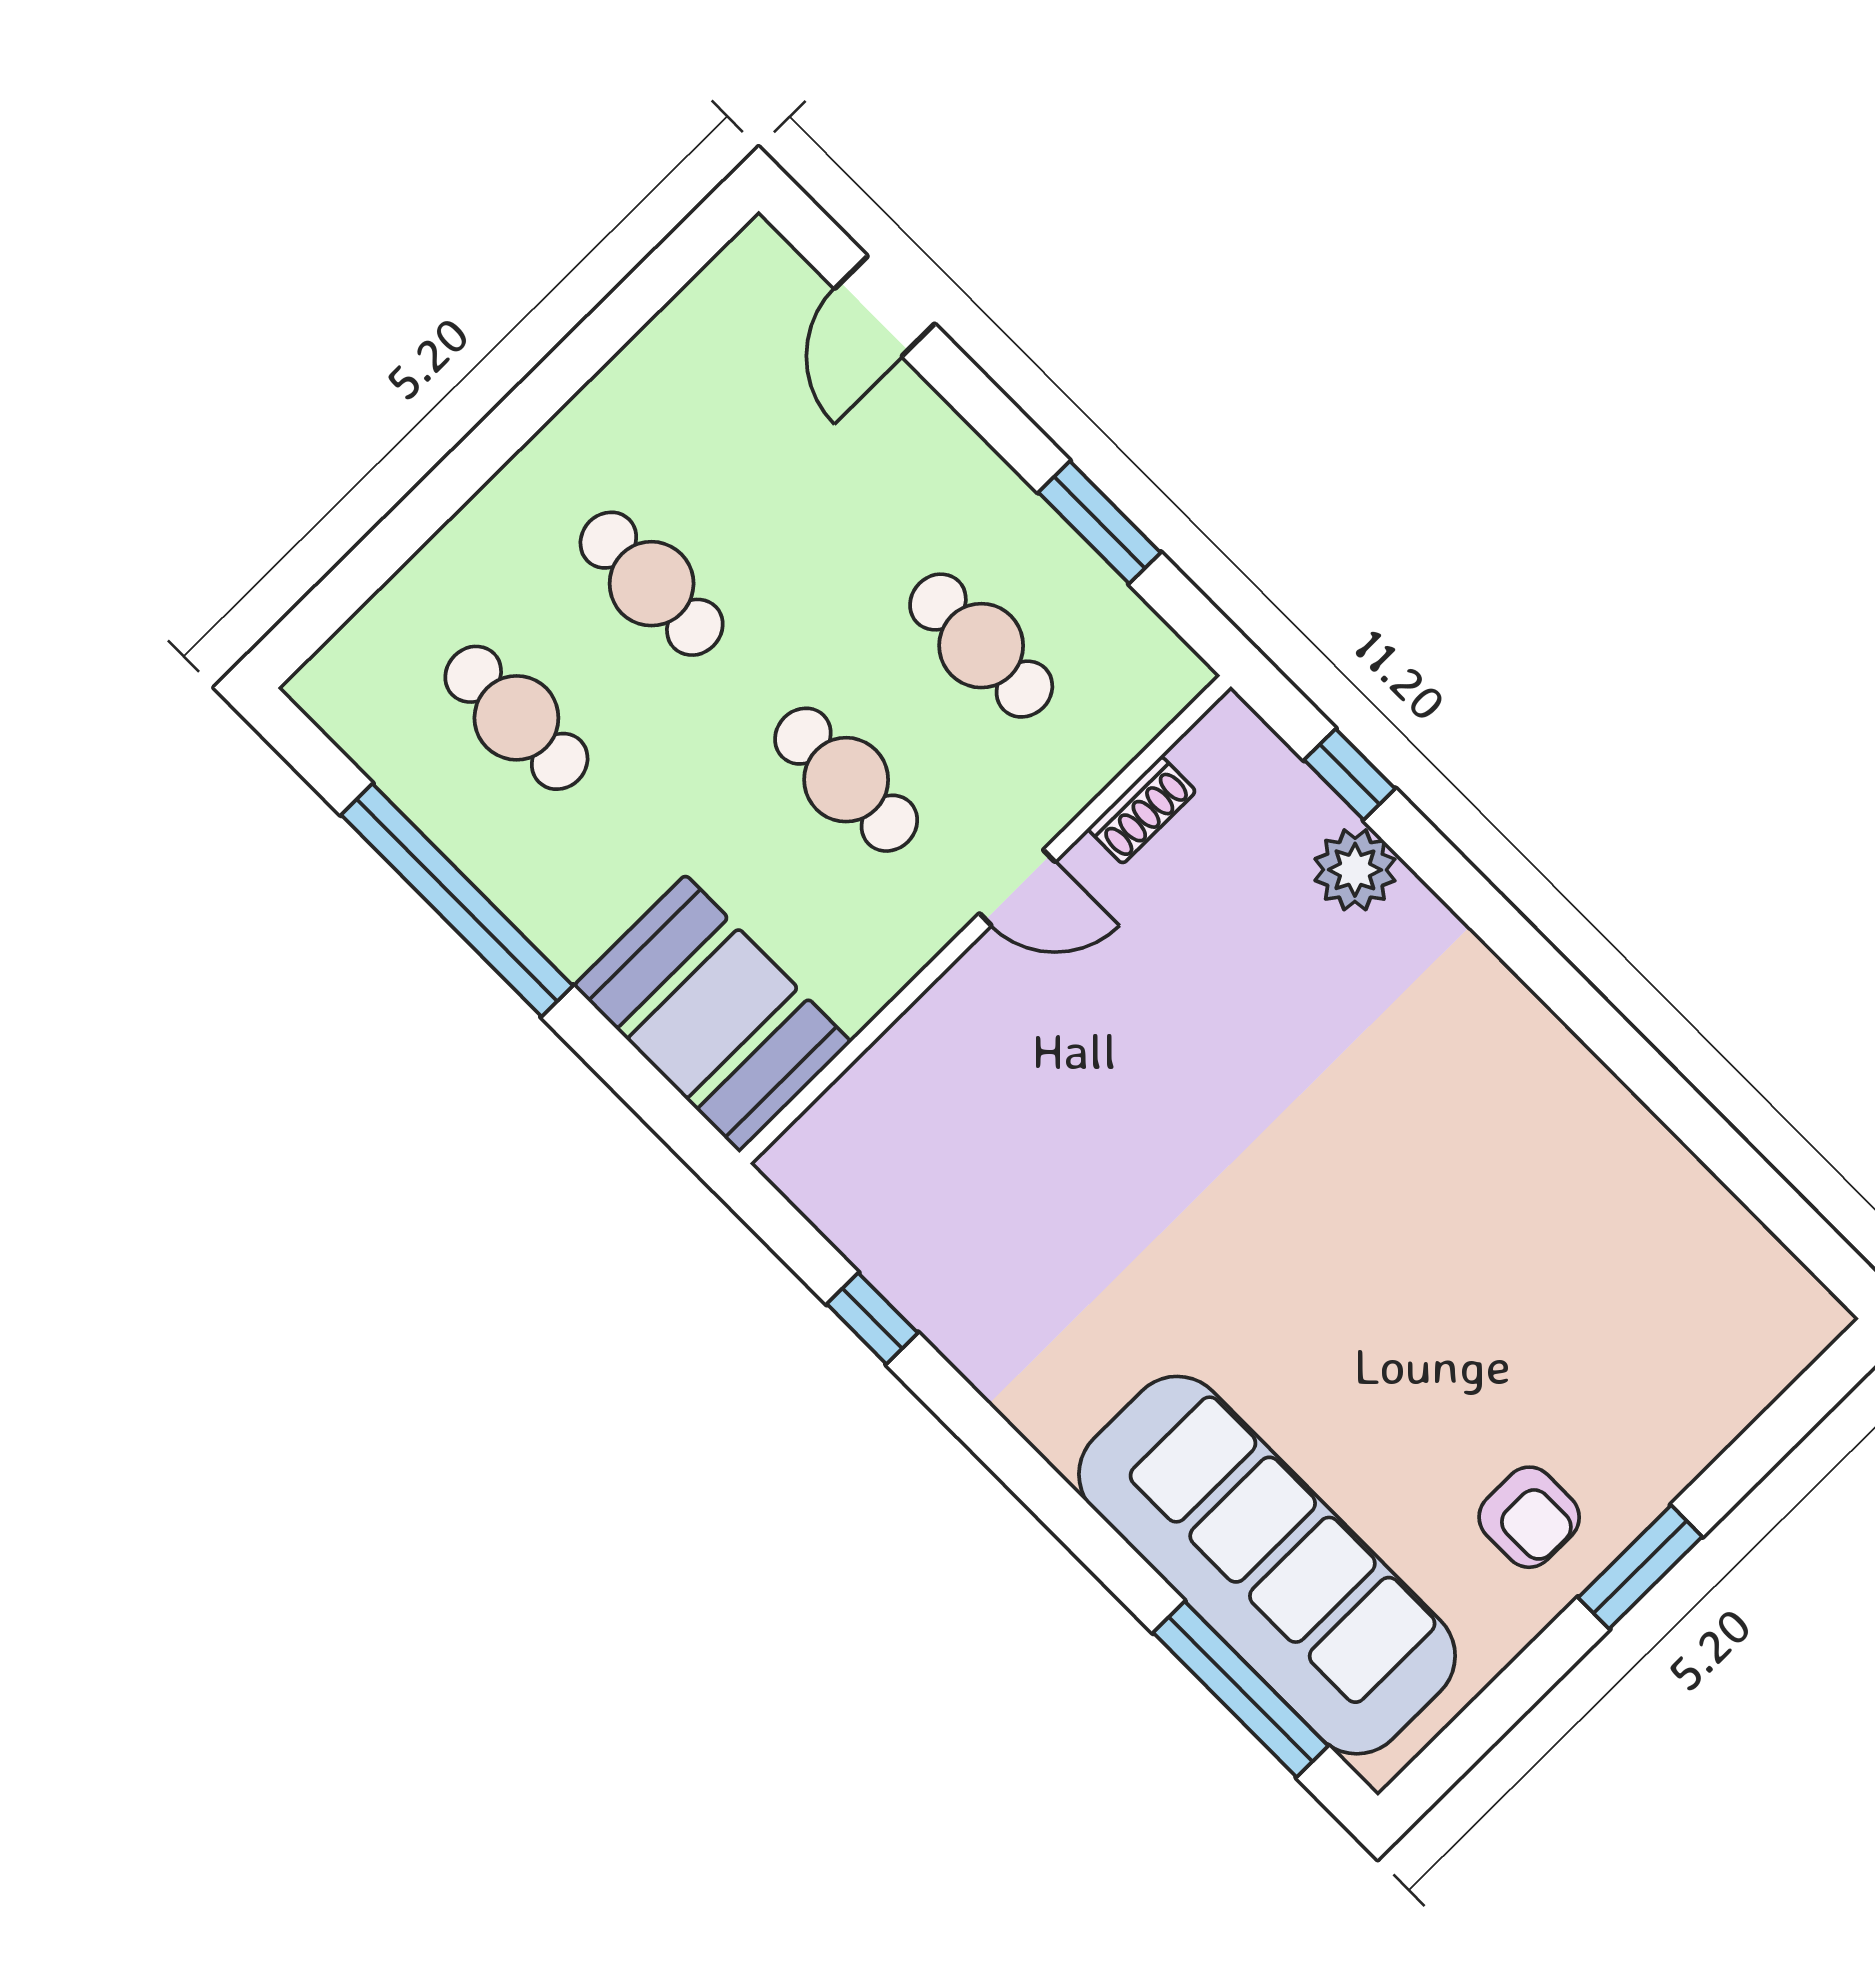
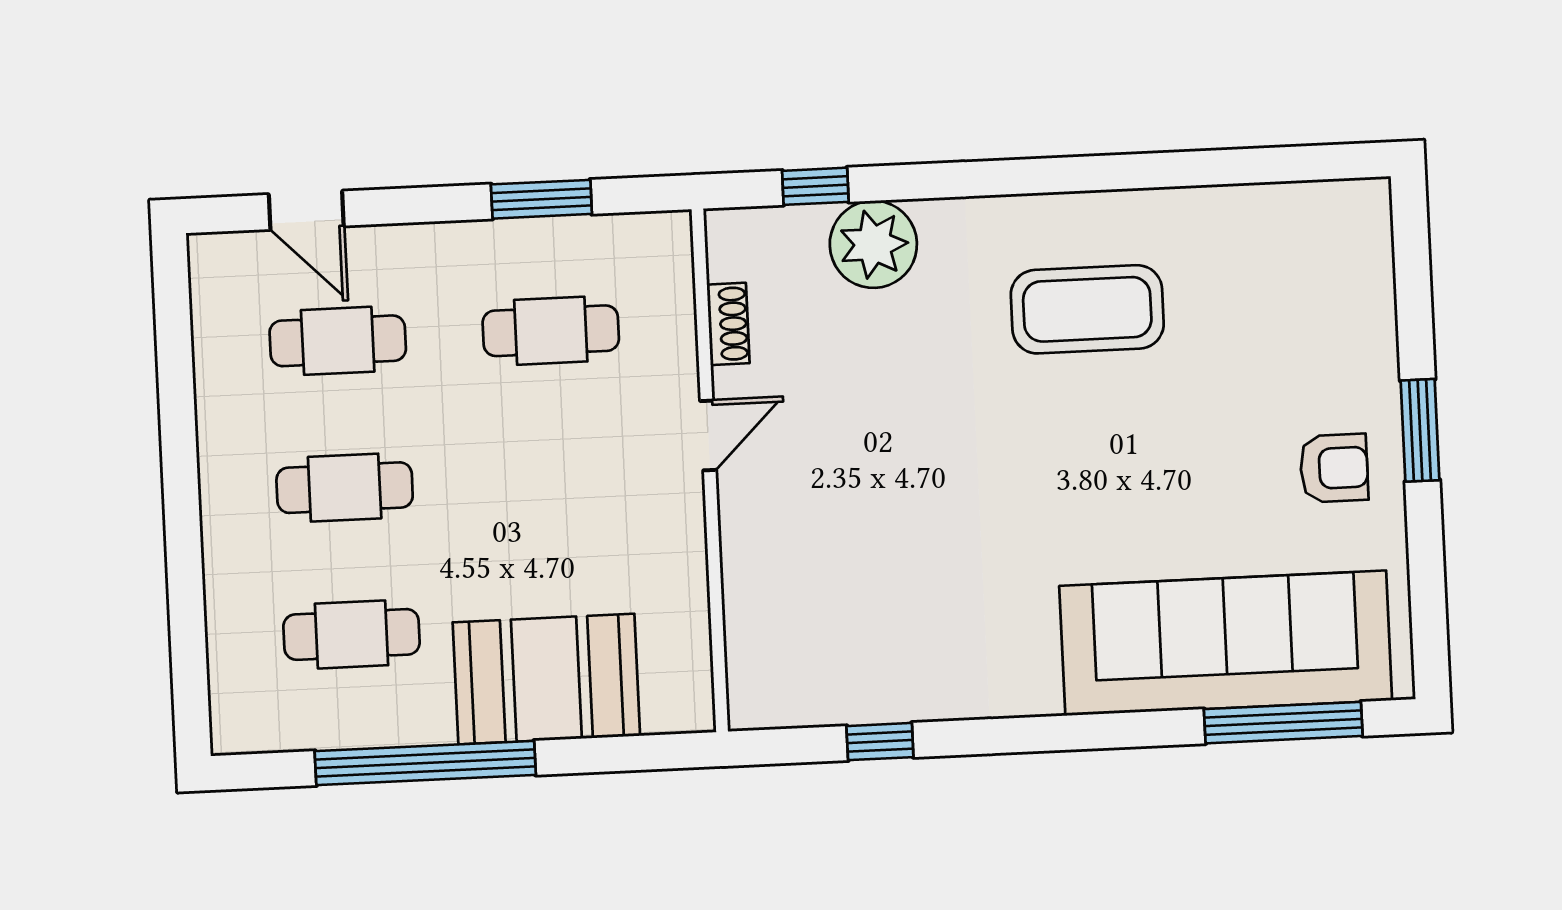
cafe table: (846, 780) -> (338, 341), moved
plant: (1355, 870) -> (873, 244), width x1.36, depth x1.36
booth: (712, 1014) -> (546, 679), moved
coffee table: (1467, 1142) -> (1087, 309), added

